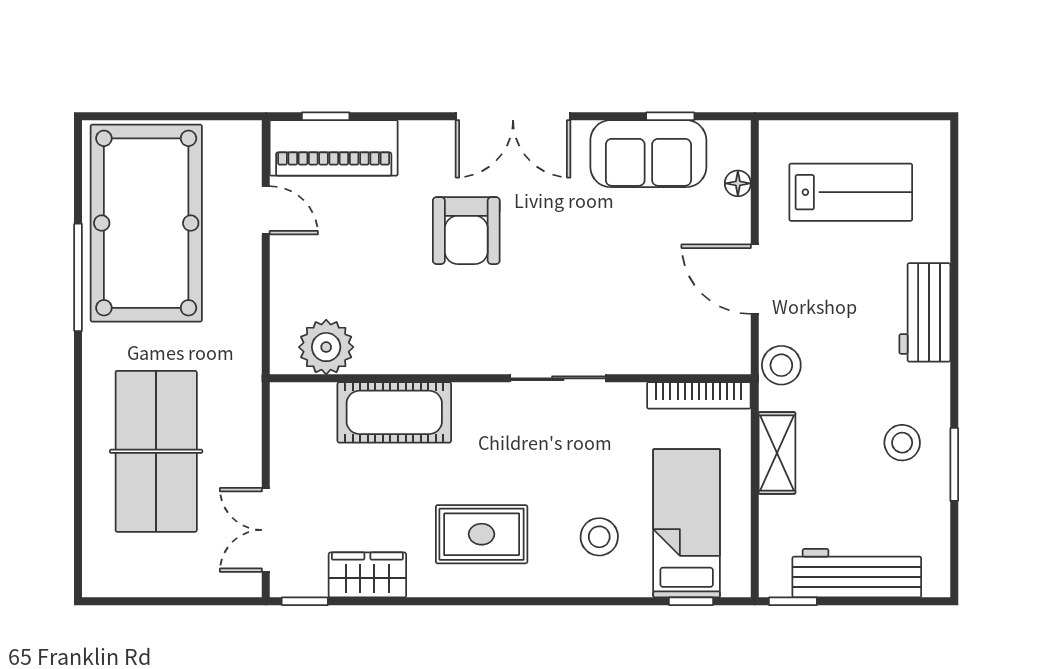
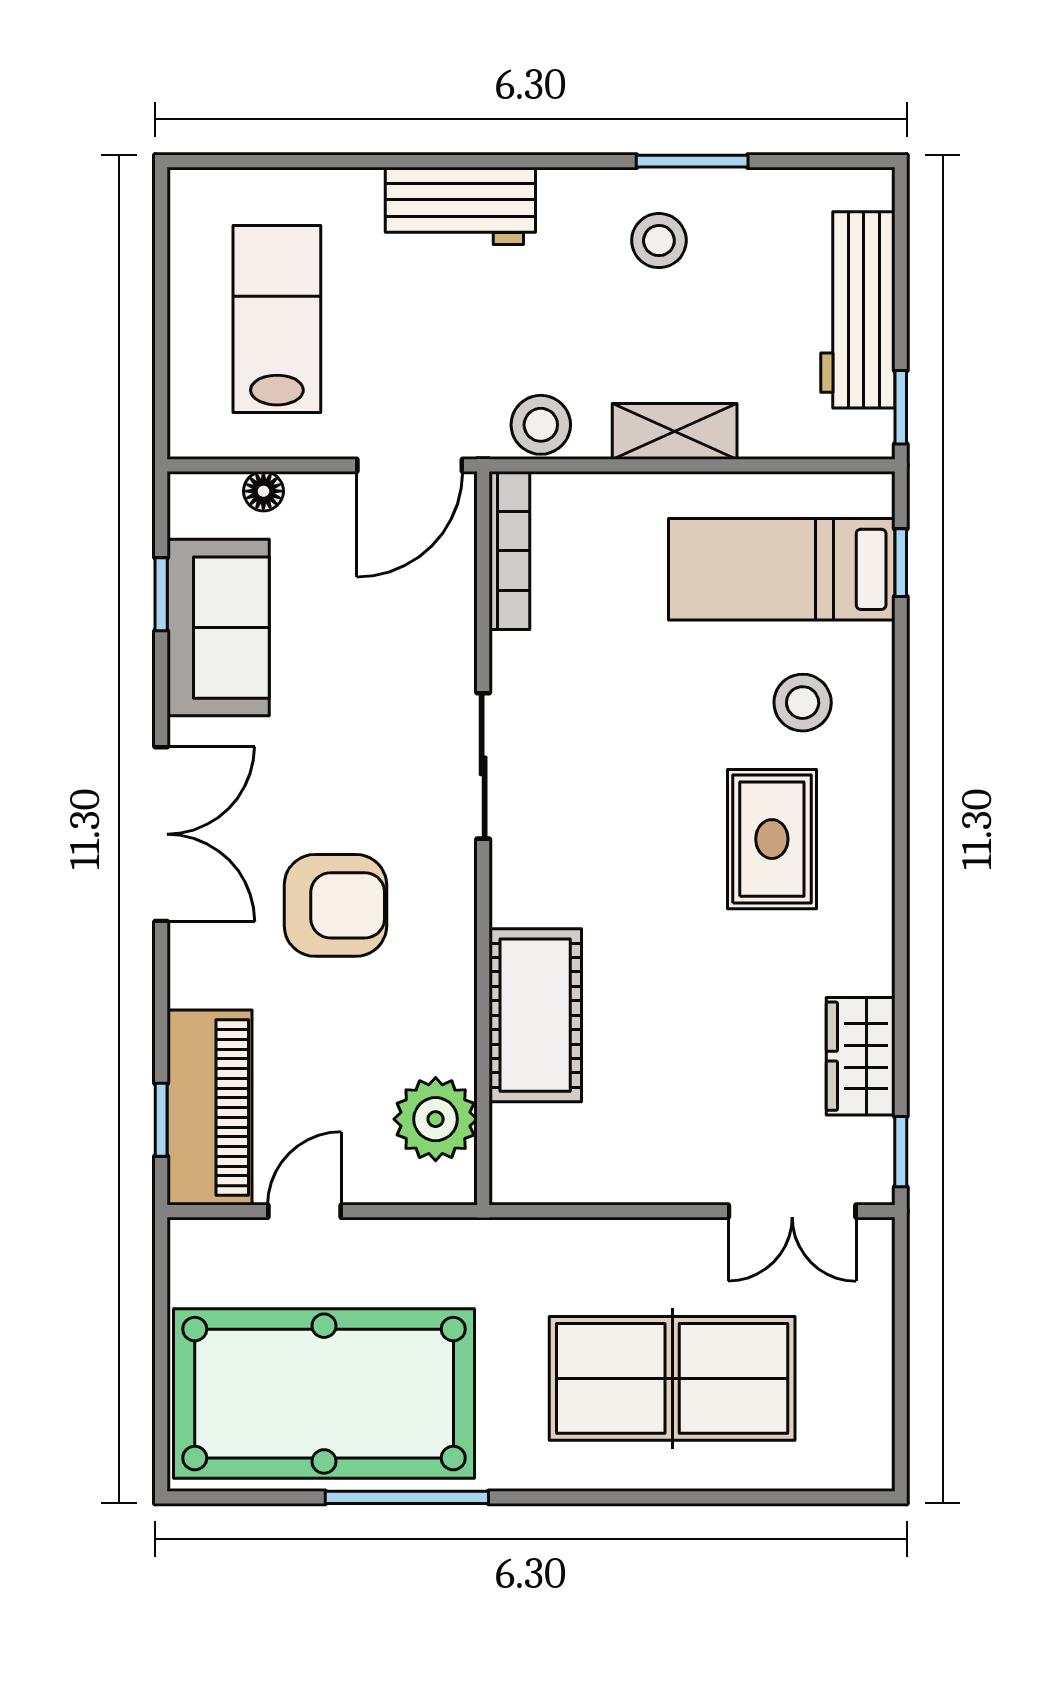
plant: (326, 347) -> (436, 1119), moved
wall: (510, 378) -> (483, 838), moved
sliding door: (558, 378) -> (483, 766), moved
bookcase: (699, 395) -> (509, 551), moved
cot: (394, 412) -> (535, 1015), moved
rug: (482, 534) -> (772, 839), moved

